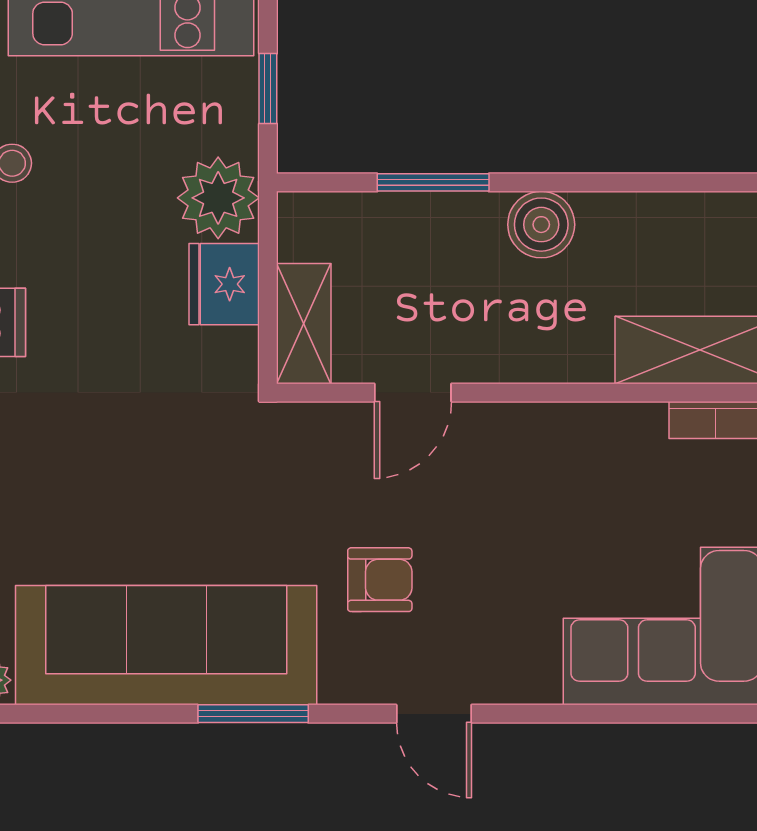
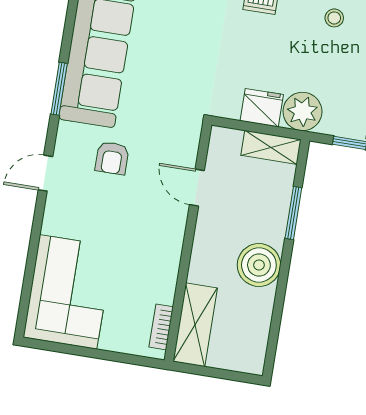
boiler: (541, 225) -> (259, 265), width x1.37, depth x1.37
shelving: (304, 324) -> (271, 147), moved

